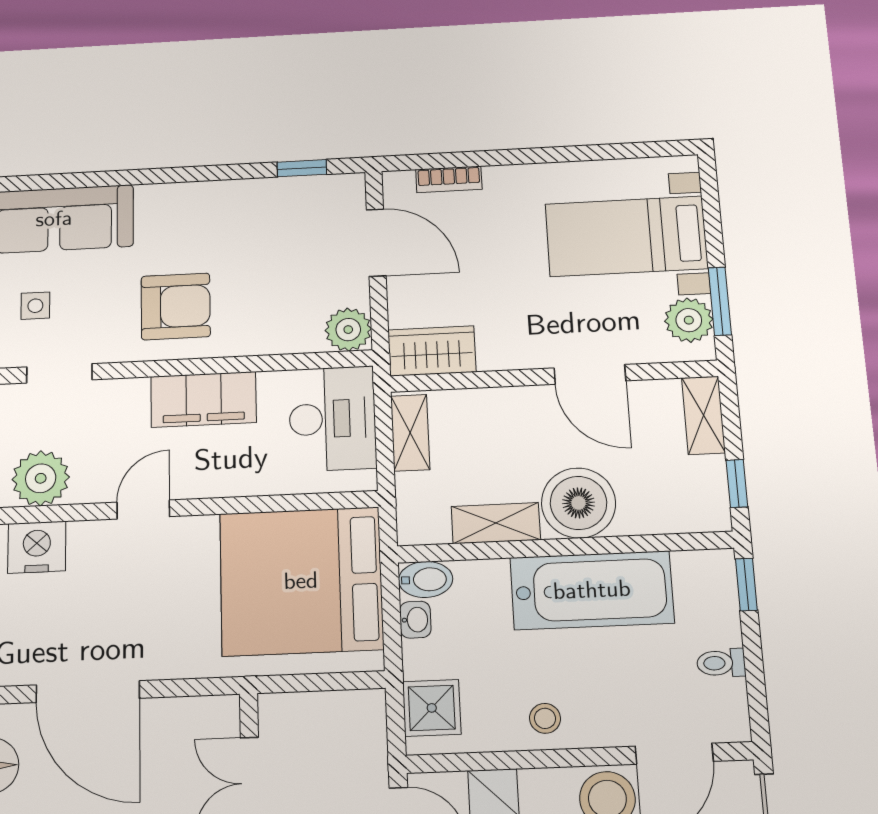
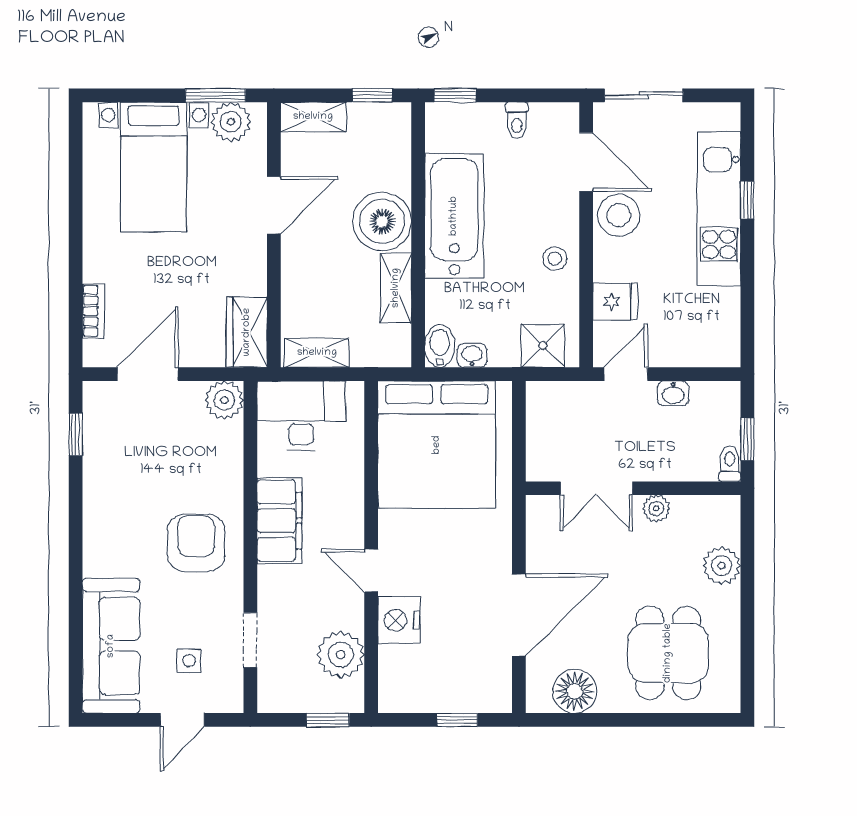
nightstand: (37, 547) -> (399, 620), moved

